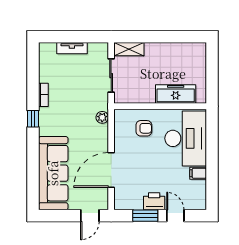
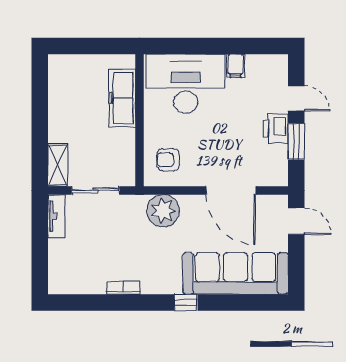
tv unit: (72, 48) -> (56, 216), moved
plant: (102, 117) -> (163, 211), width x1.87, depth x1.87
window: (33, 119) -> (186, 303), moved
armchair: (144, 128) -> (168, 160), moved, turned -90
door: (175, 216) -> (296, 98), swing flipped

